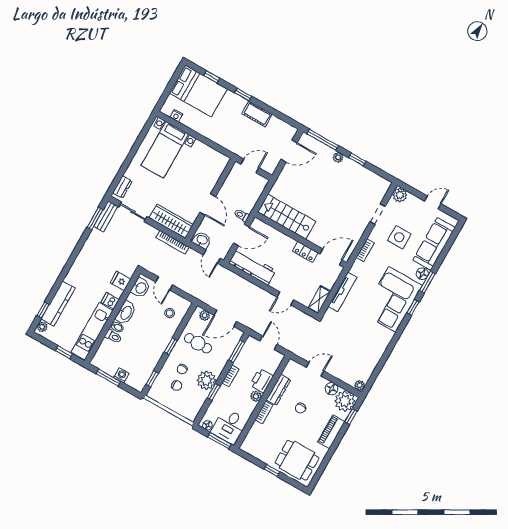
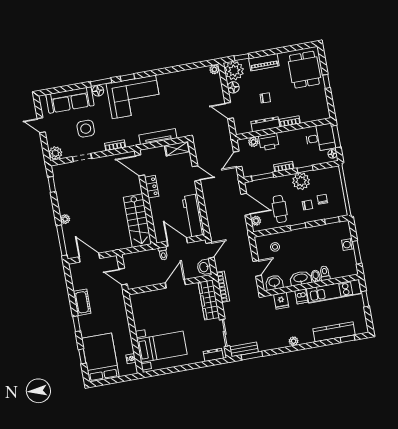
window: (357, 160) -> (52, 184), moved
plant: (42, 327) -> (294, 341), moved
plant: (256, 396) -> (253, 142), moved

